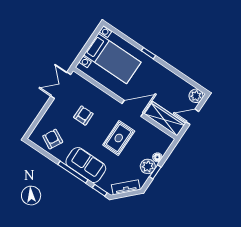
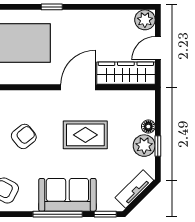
armchair: (83, 116) -> (24, 136), turned 51
rug: (119, 138) -> (85, 135), turned 90

